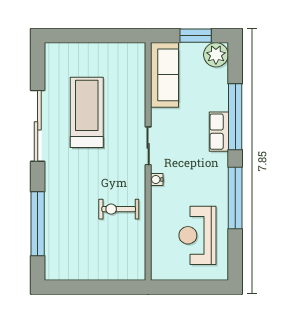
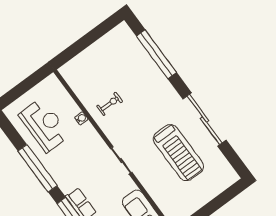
water cooler: (157, 179) -> (81, 118), moved
exercise bike: (119, 209) -> (110, 104), width x0.73, depth x0.72

